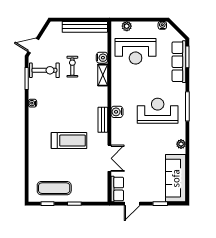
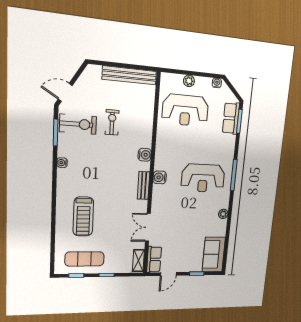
plant: (127, 26) -> (189, 81), moved
water cooler: (102, 58) -> (145, 155), moved
row of seats: (179, 62) -> (231, 118), width x0.68
shelving: (103, 75) -> (138, 261), moved
reception desk: (158, 111) -> (203, 178), turned 180
treadmill: (69, 141) -> (83, 217), moved, turned 90
double door: (109, 158) -> (148, 227), swing flipped
sofa: (176, 178) -> (214, 254), width x0.73

